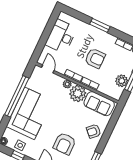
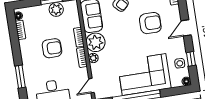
window: (100, 25) -> (20, 77), moved
armchair: (95, 58) -> (52, 48), turned 90

